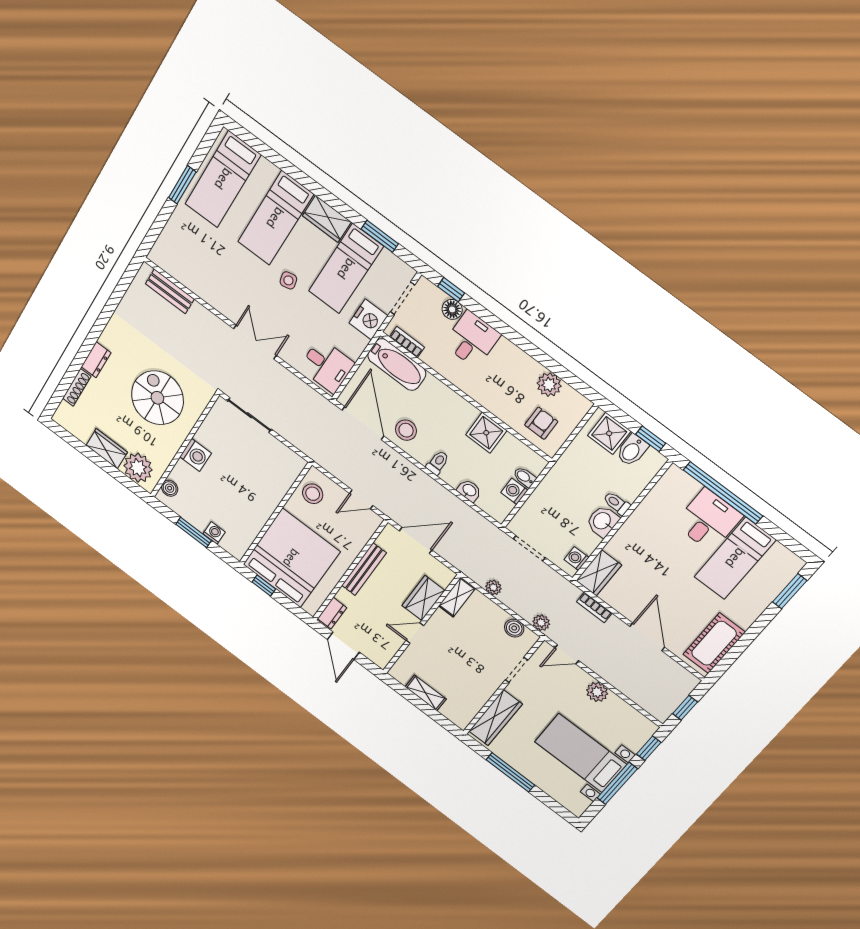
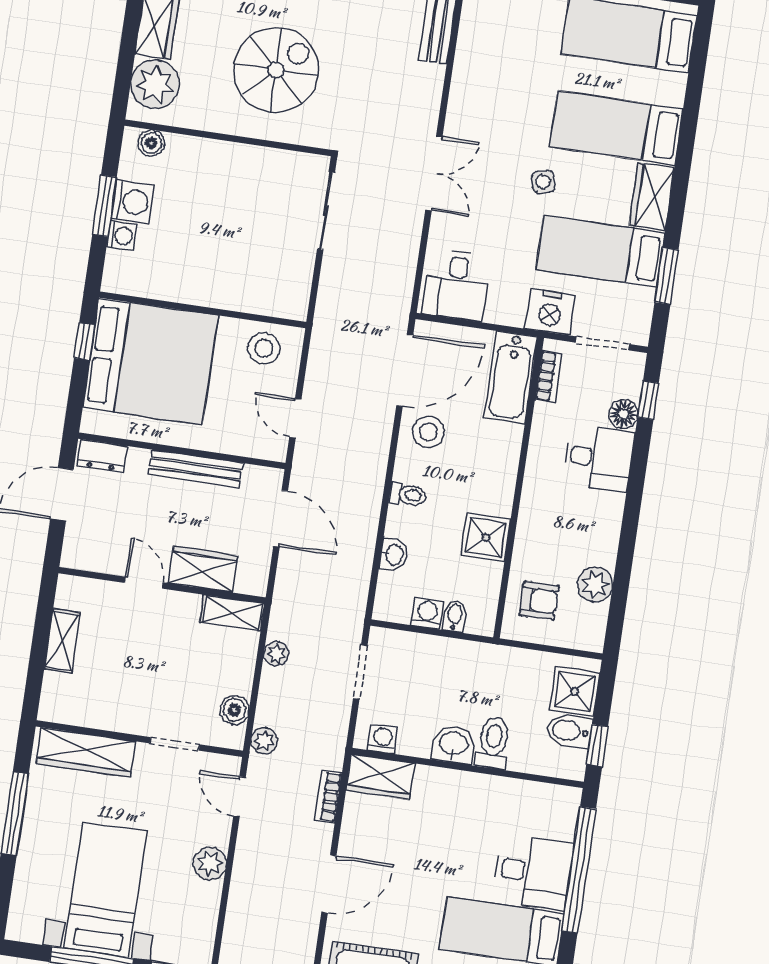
washing machine: (196, 455) -> (132, 202), moved, turned -90
toilet: (617, 503) -> (493, 743), width x1.37, depth x1.39

